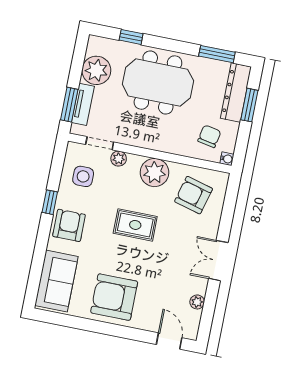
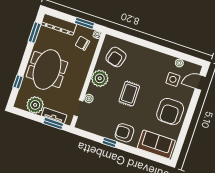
window: (249, 105) -> (85, 23), moved
side table: (83, 176) -> (173, 79), moved
double door: (218, 261) -> (157, 47), removed

